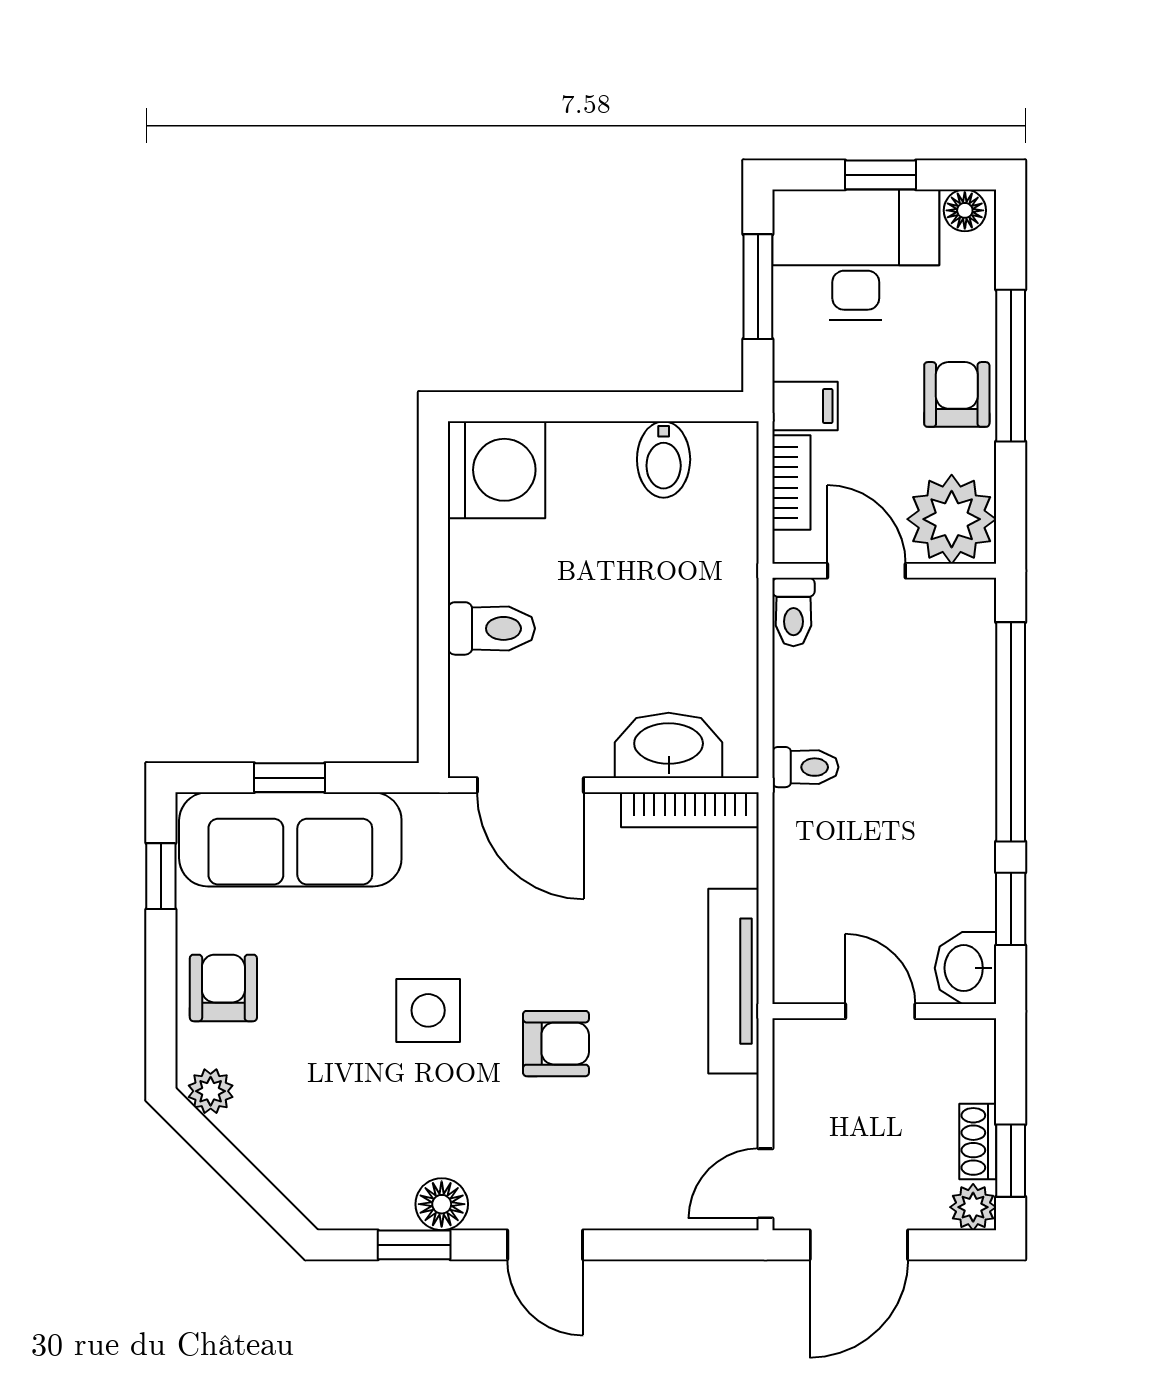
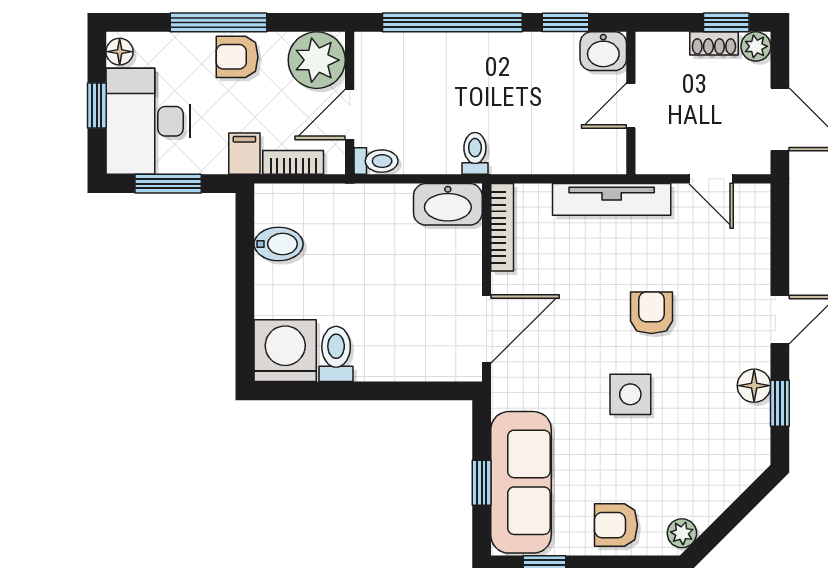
toilet: (491, 628) -> (336, 354), moved
washbasin: (669, 745) -> (448, 204), moved, turned -90
door: (765, 1183) -> (711, 179), moved

